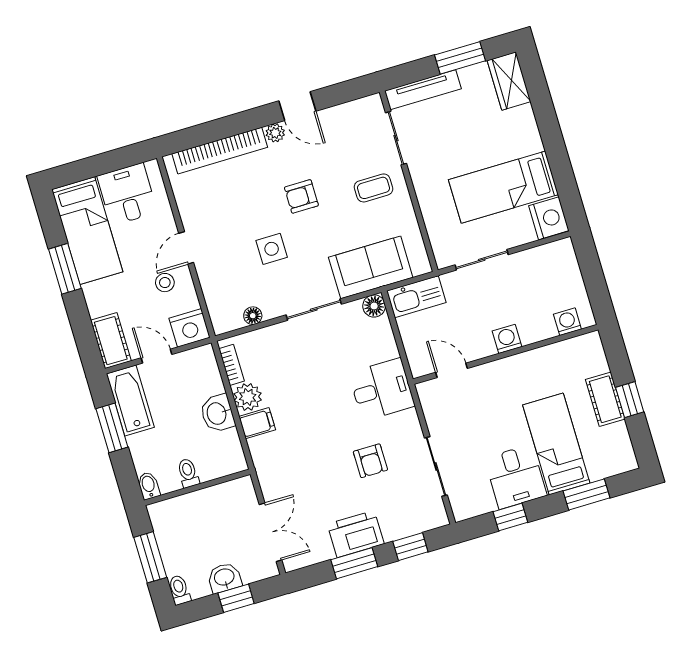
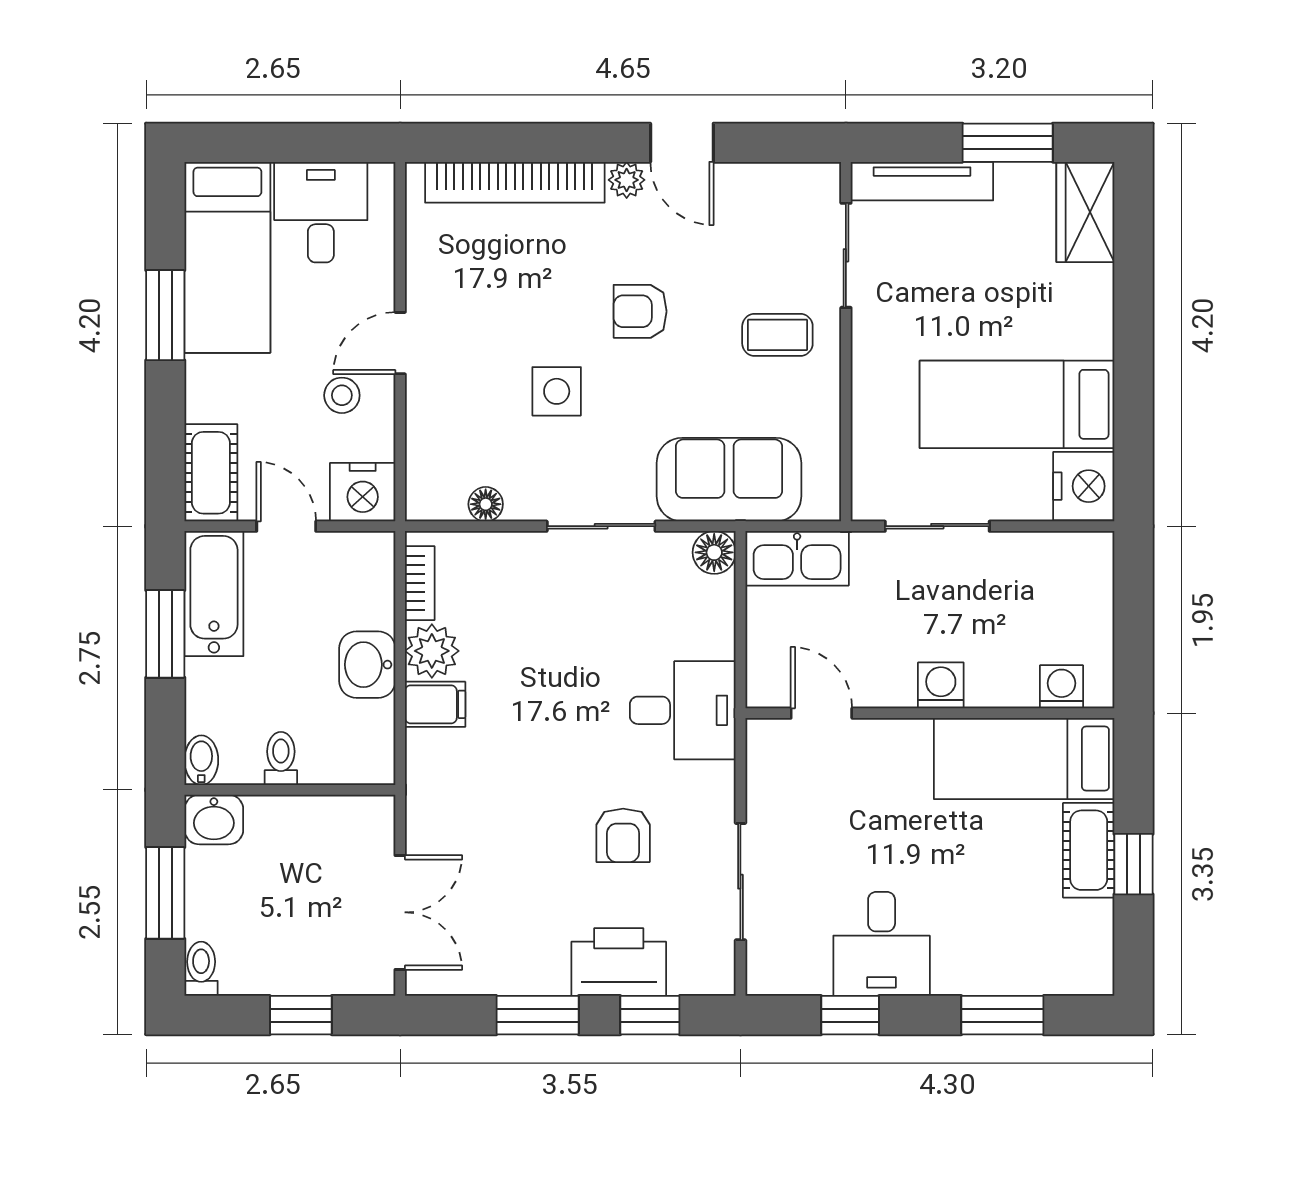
bed: (556, 444) -> (1024, 759), moved, turned -90
printer: (356, 534) -> (619, 962), moved
washbasin: (224, 578) -> (214, 819), moved, turned 180

